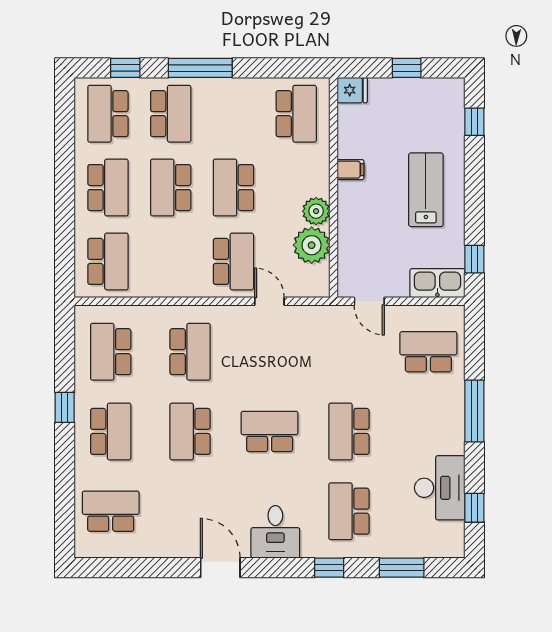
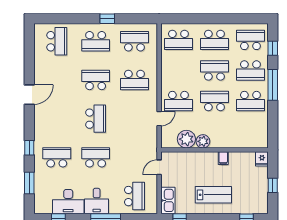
school desk: (296, 114) -> (250, 101), moved
desk: (275, 532) -> (97, 201), moved, turned -90

